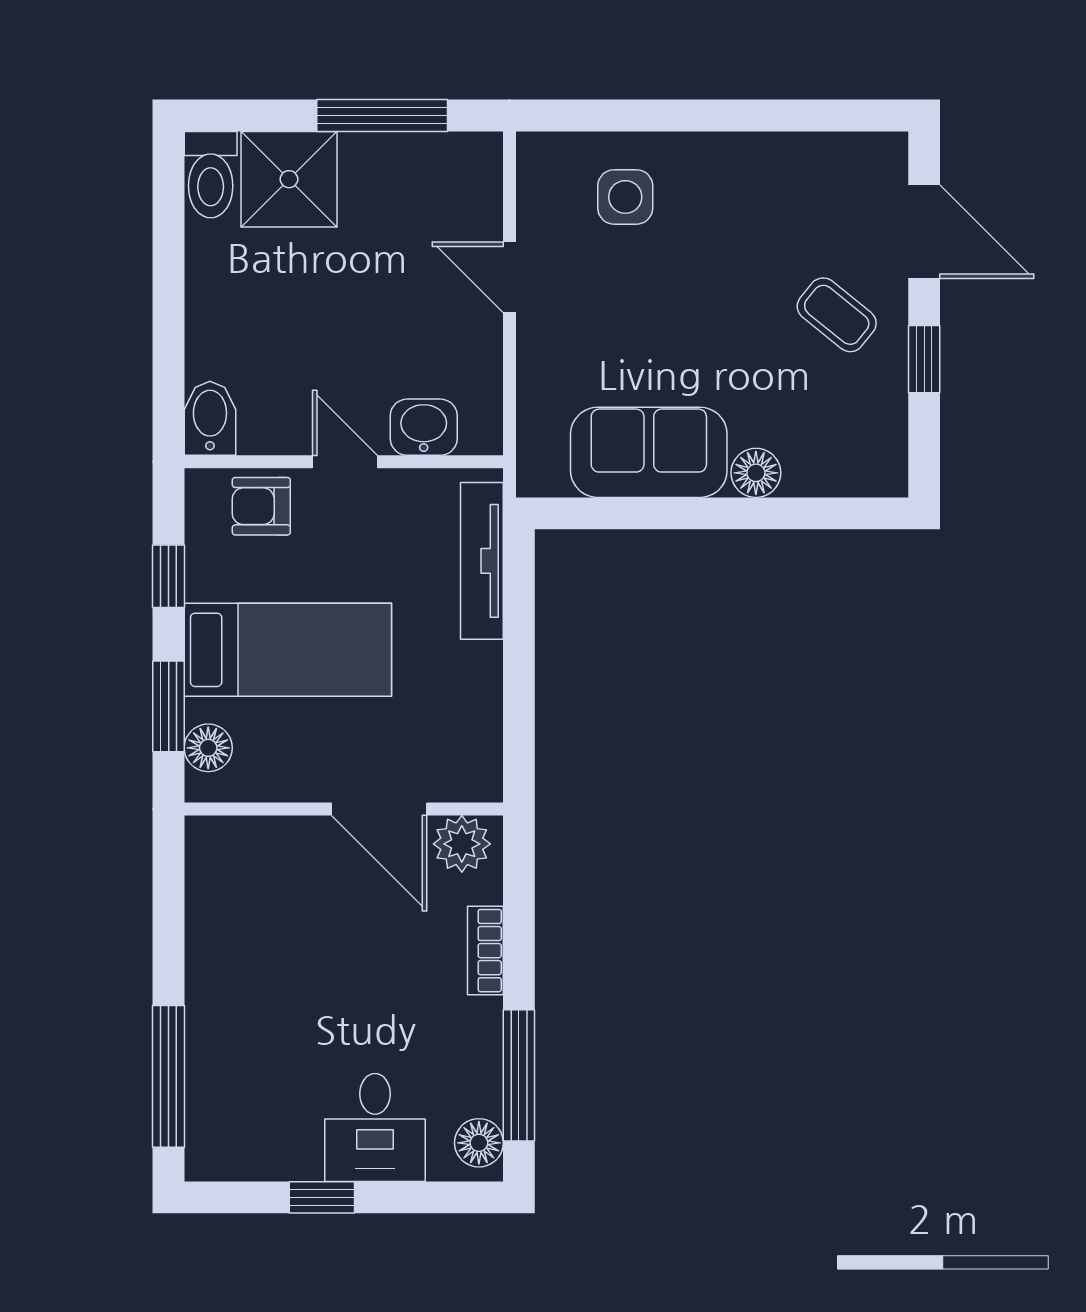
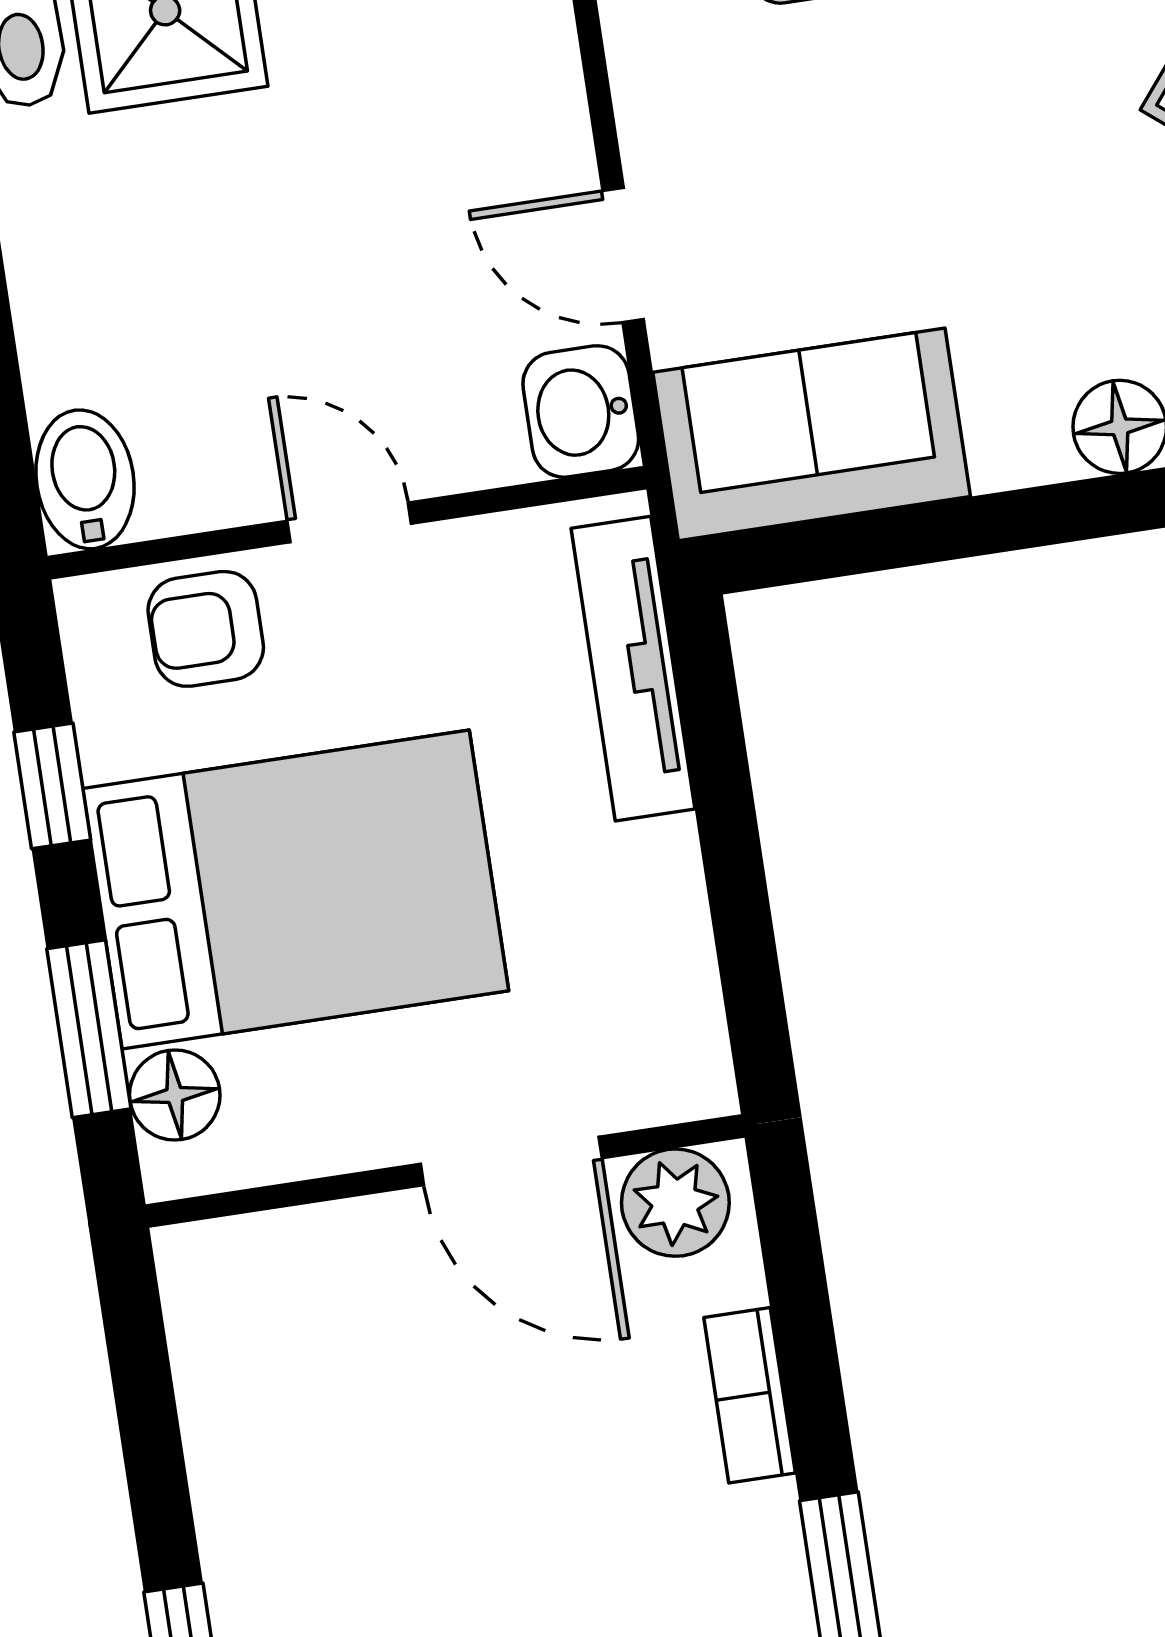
door: (509, 277) -> (623, 255), moved
washbasin: (424, 427) -> (581, 411), moved, turned -90
sofa: (649, 452) -> (812, 434), moved
bed: (288, 650) -> (296, 890), width x1.50

